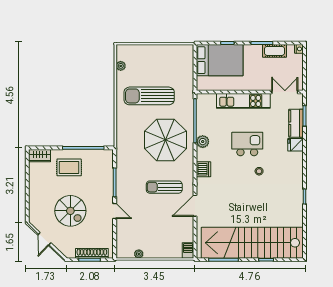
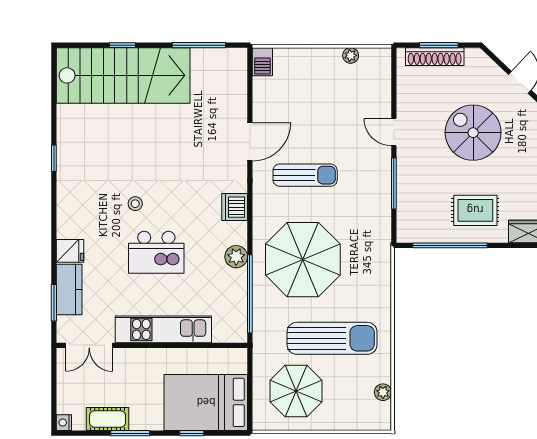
parasol: (169, 67) -> (296, 391), added
stairs: (252, 243) -> (123, 75), width x0.73

